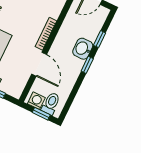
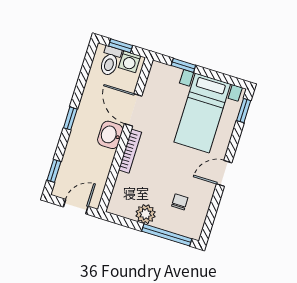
window: (100, 39) -> (54, 171), moved
washbasin: (83, 49) -> (110, 135), moved, turned 180

